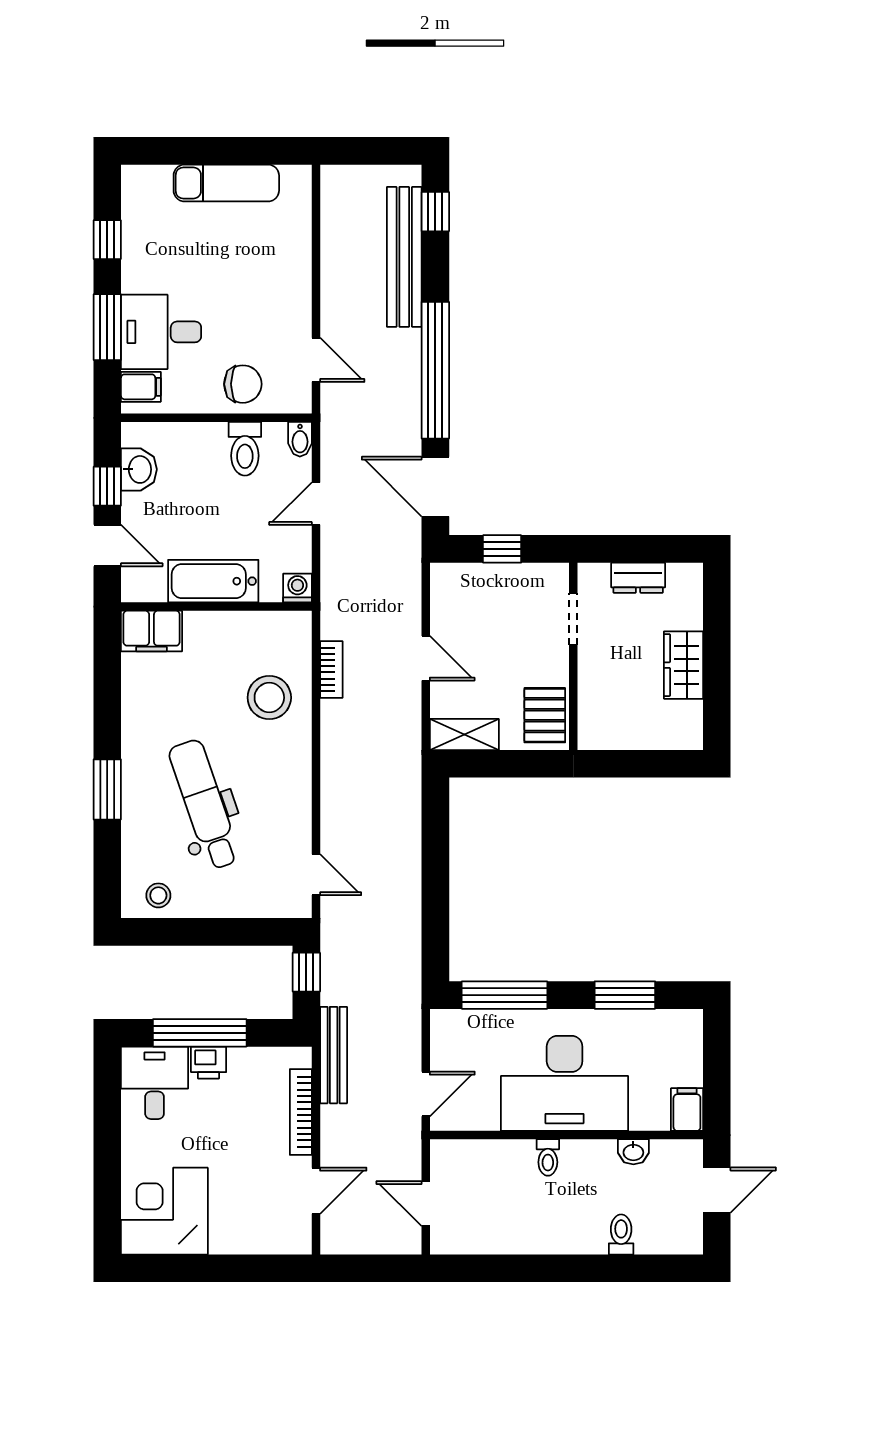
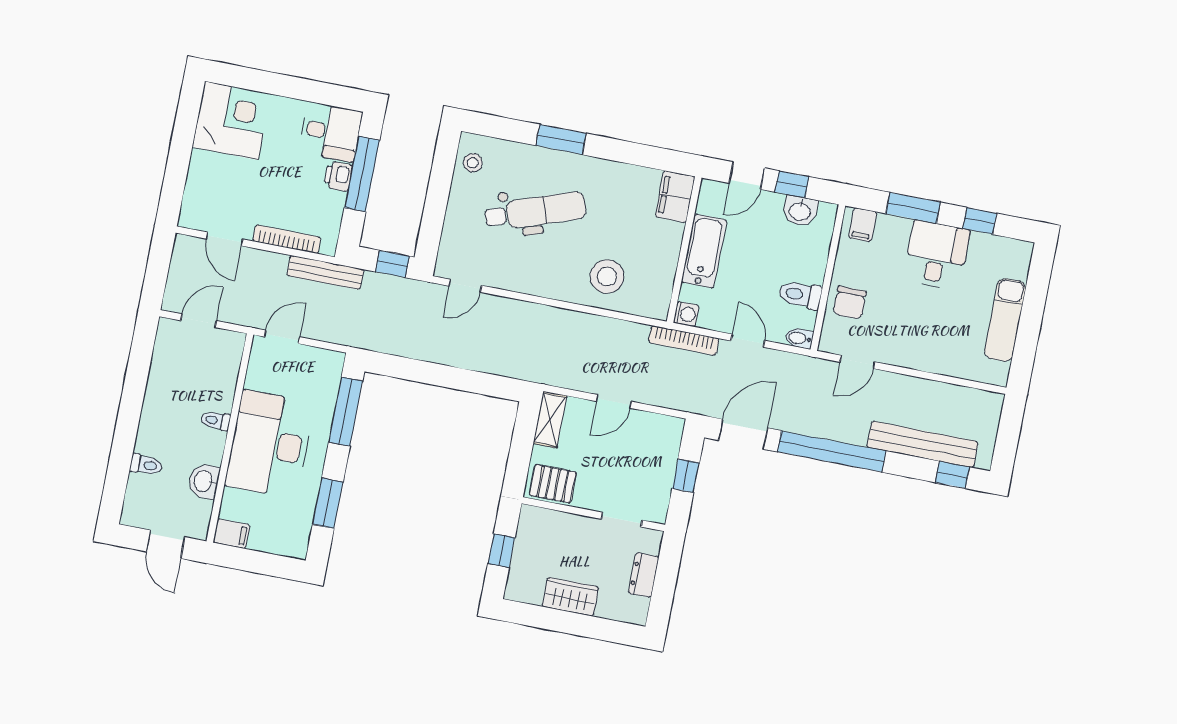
desk: (161, 332) -> (936, 255), moved
bookcase: (331, 669) -> (684, 340), moved, width x1.56
window: (642, 764) -> (501, 551), added
door: (426, 1094) -> (282, 337), swing flipped
washbasin: (633, 1152) -> (204, 481), width x1.38, depth x1.45

